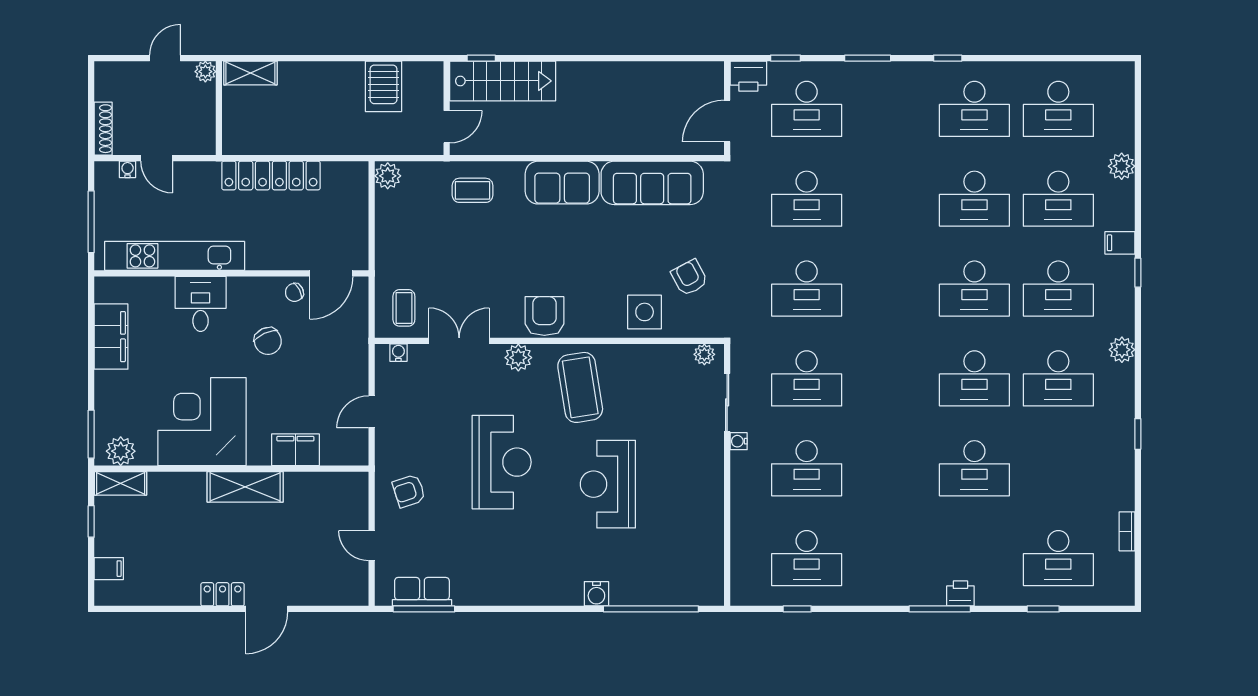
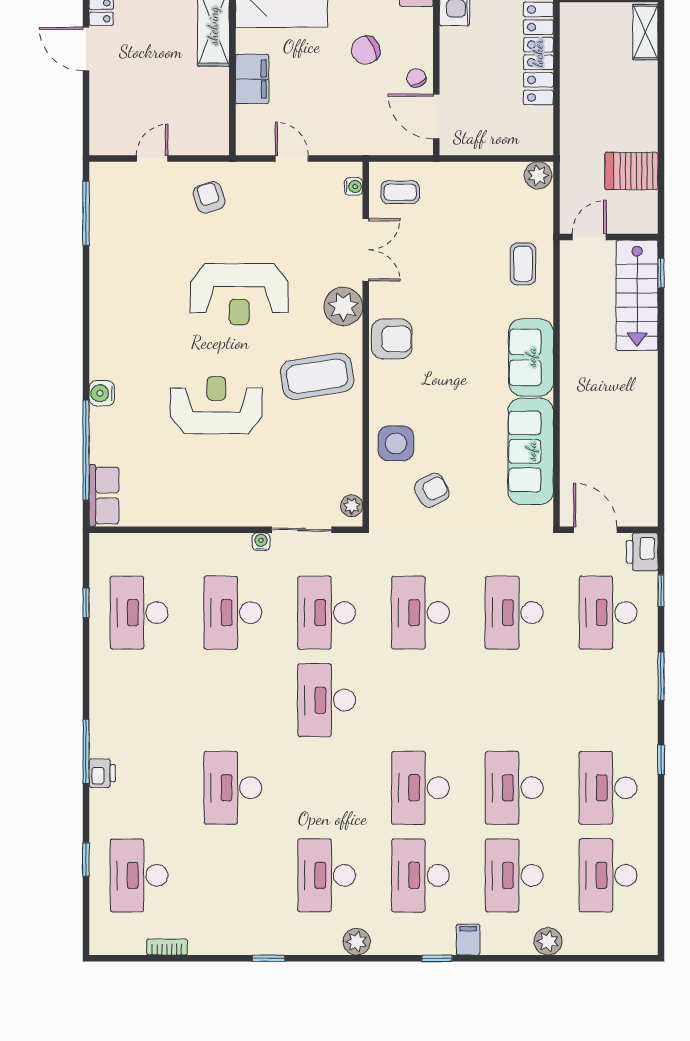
door: (447, 127) -> (589, 237), swing flipped
plant: (518, 358) -> (343, 306), width x1.36, depth x1.36
desk: (974, 378) -> (327, 700), moved
row of seats: (422, 592) -> (104, 496), moved

